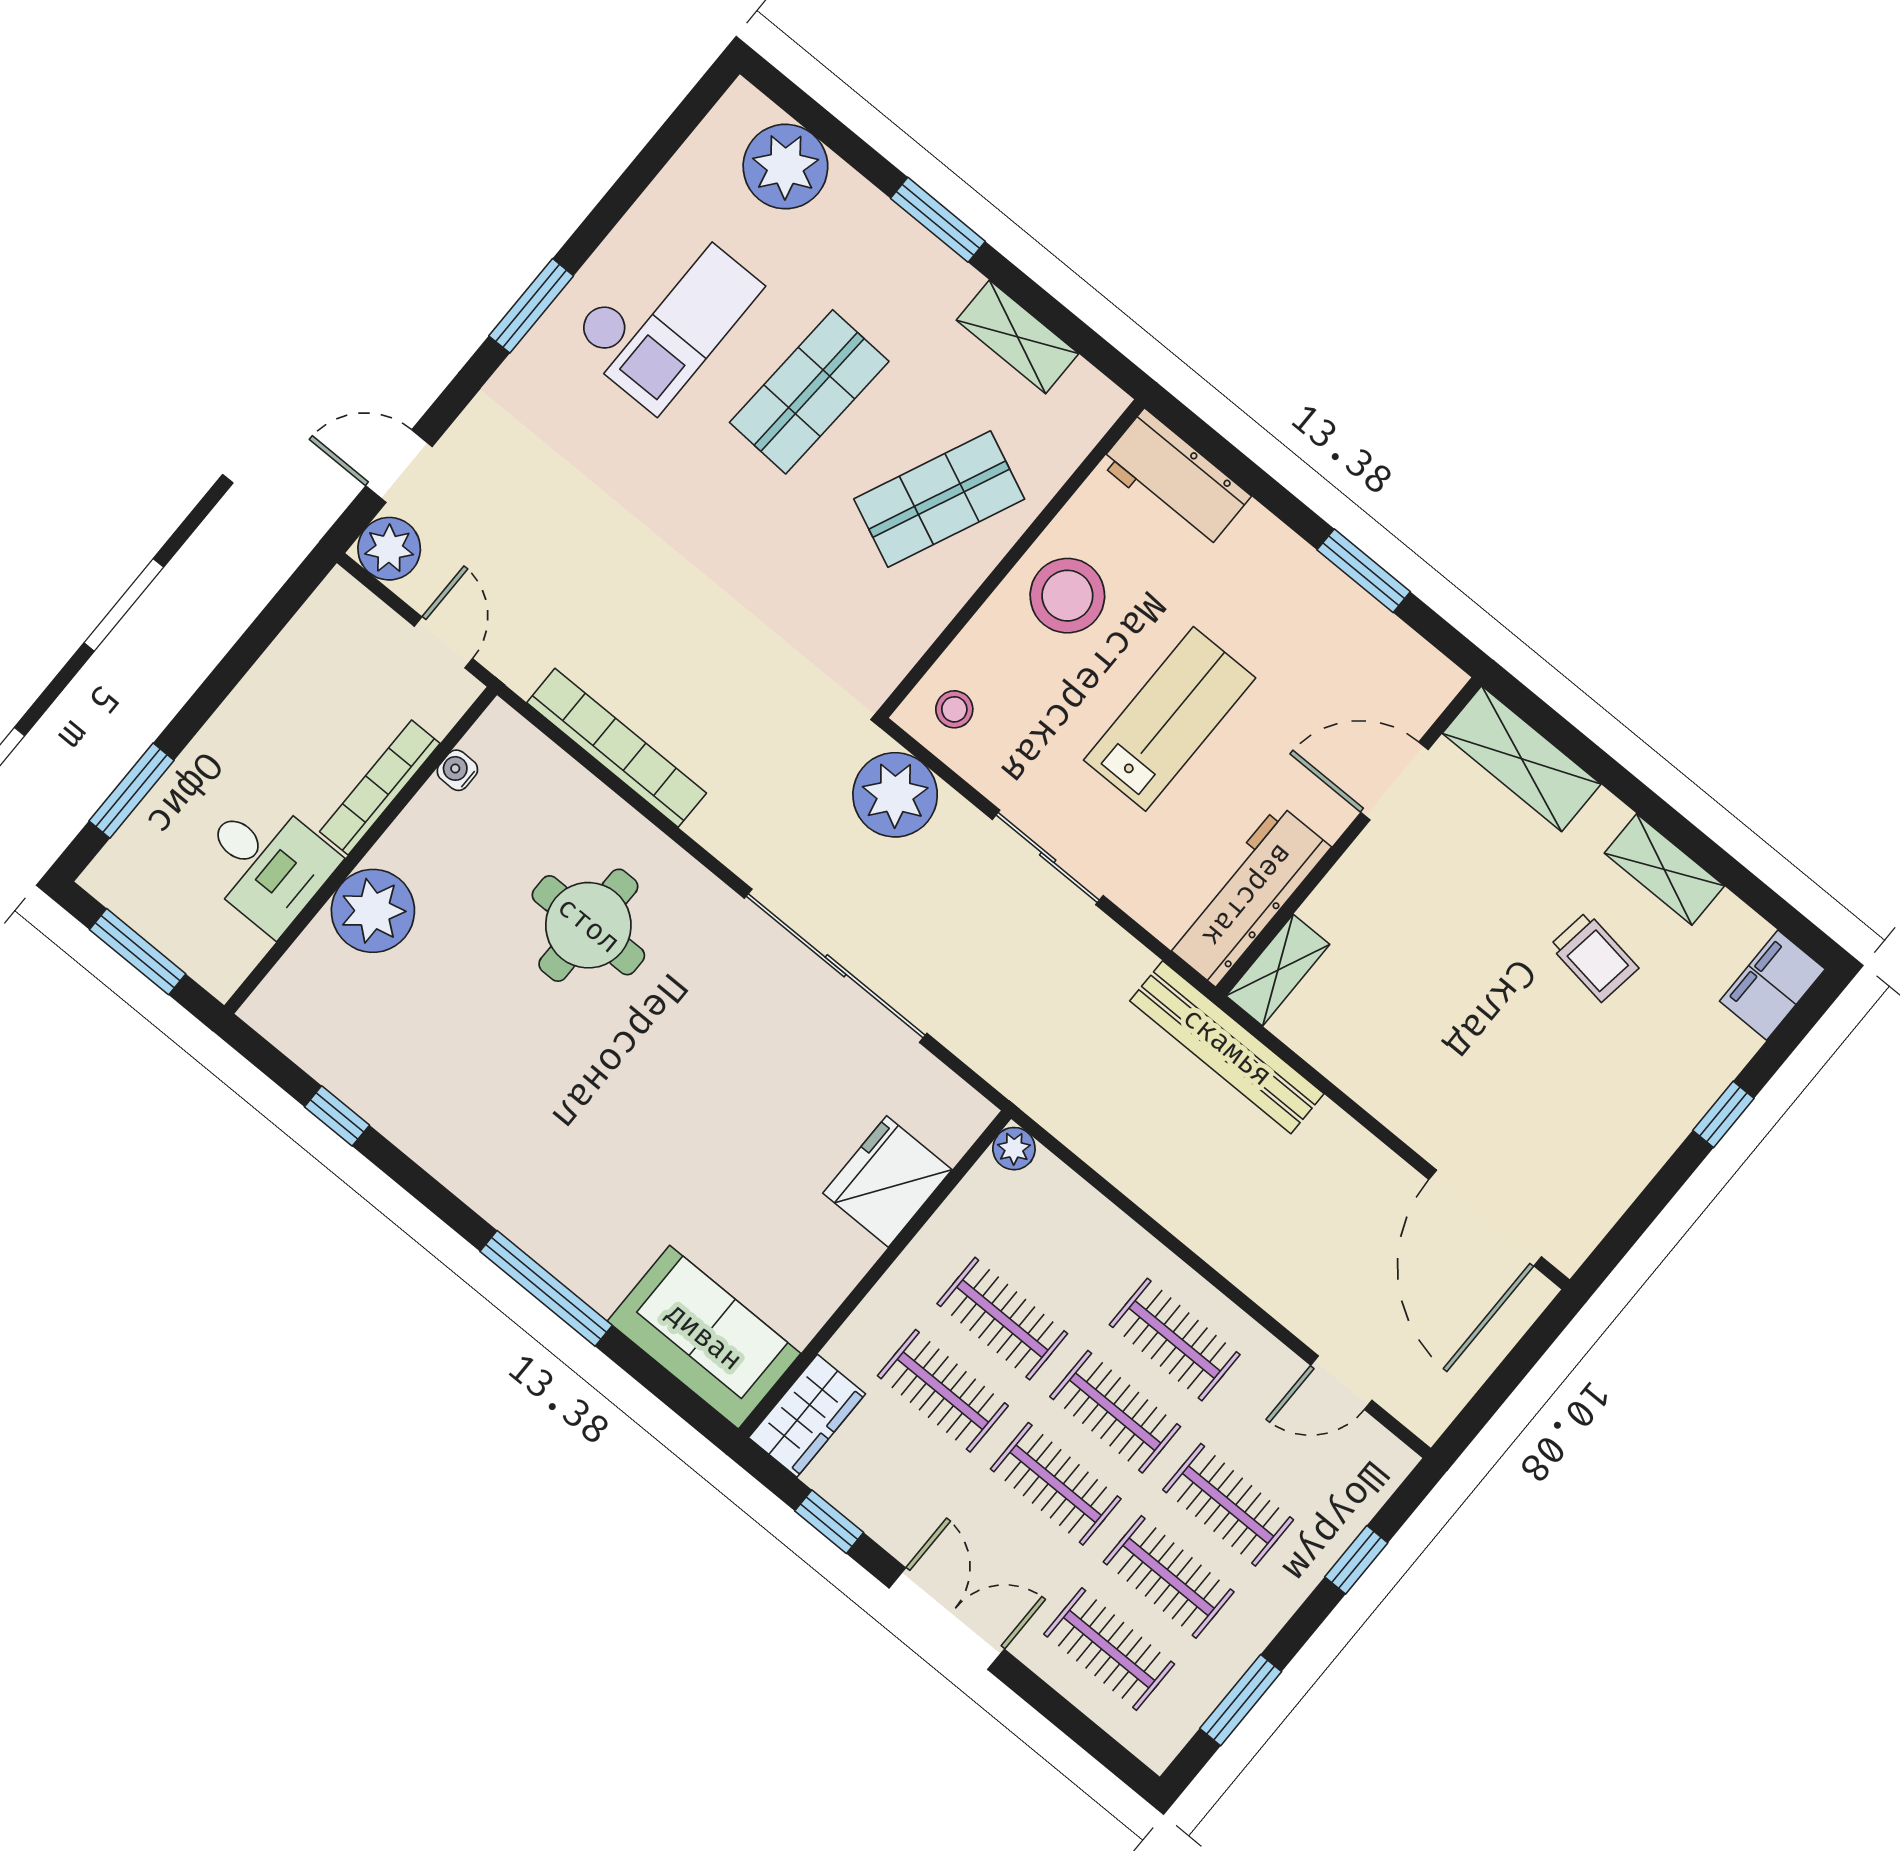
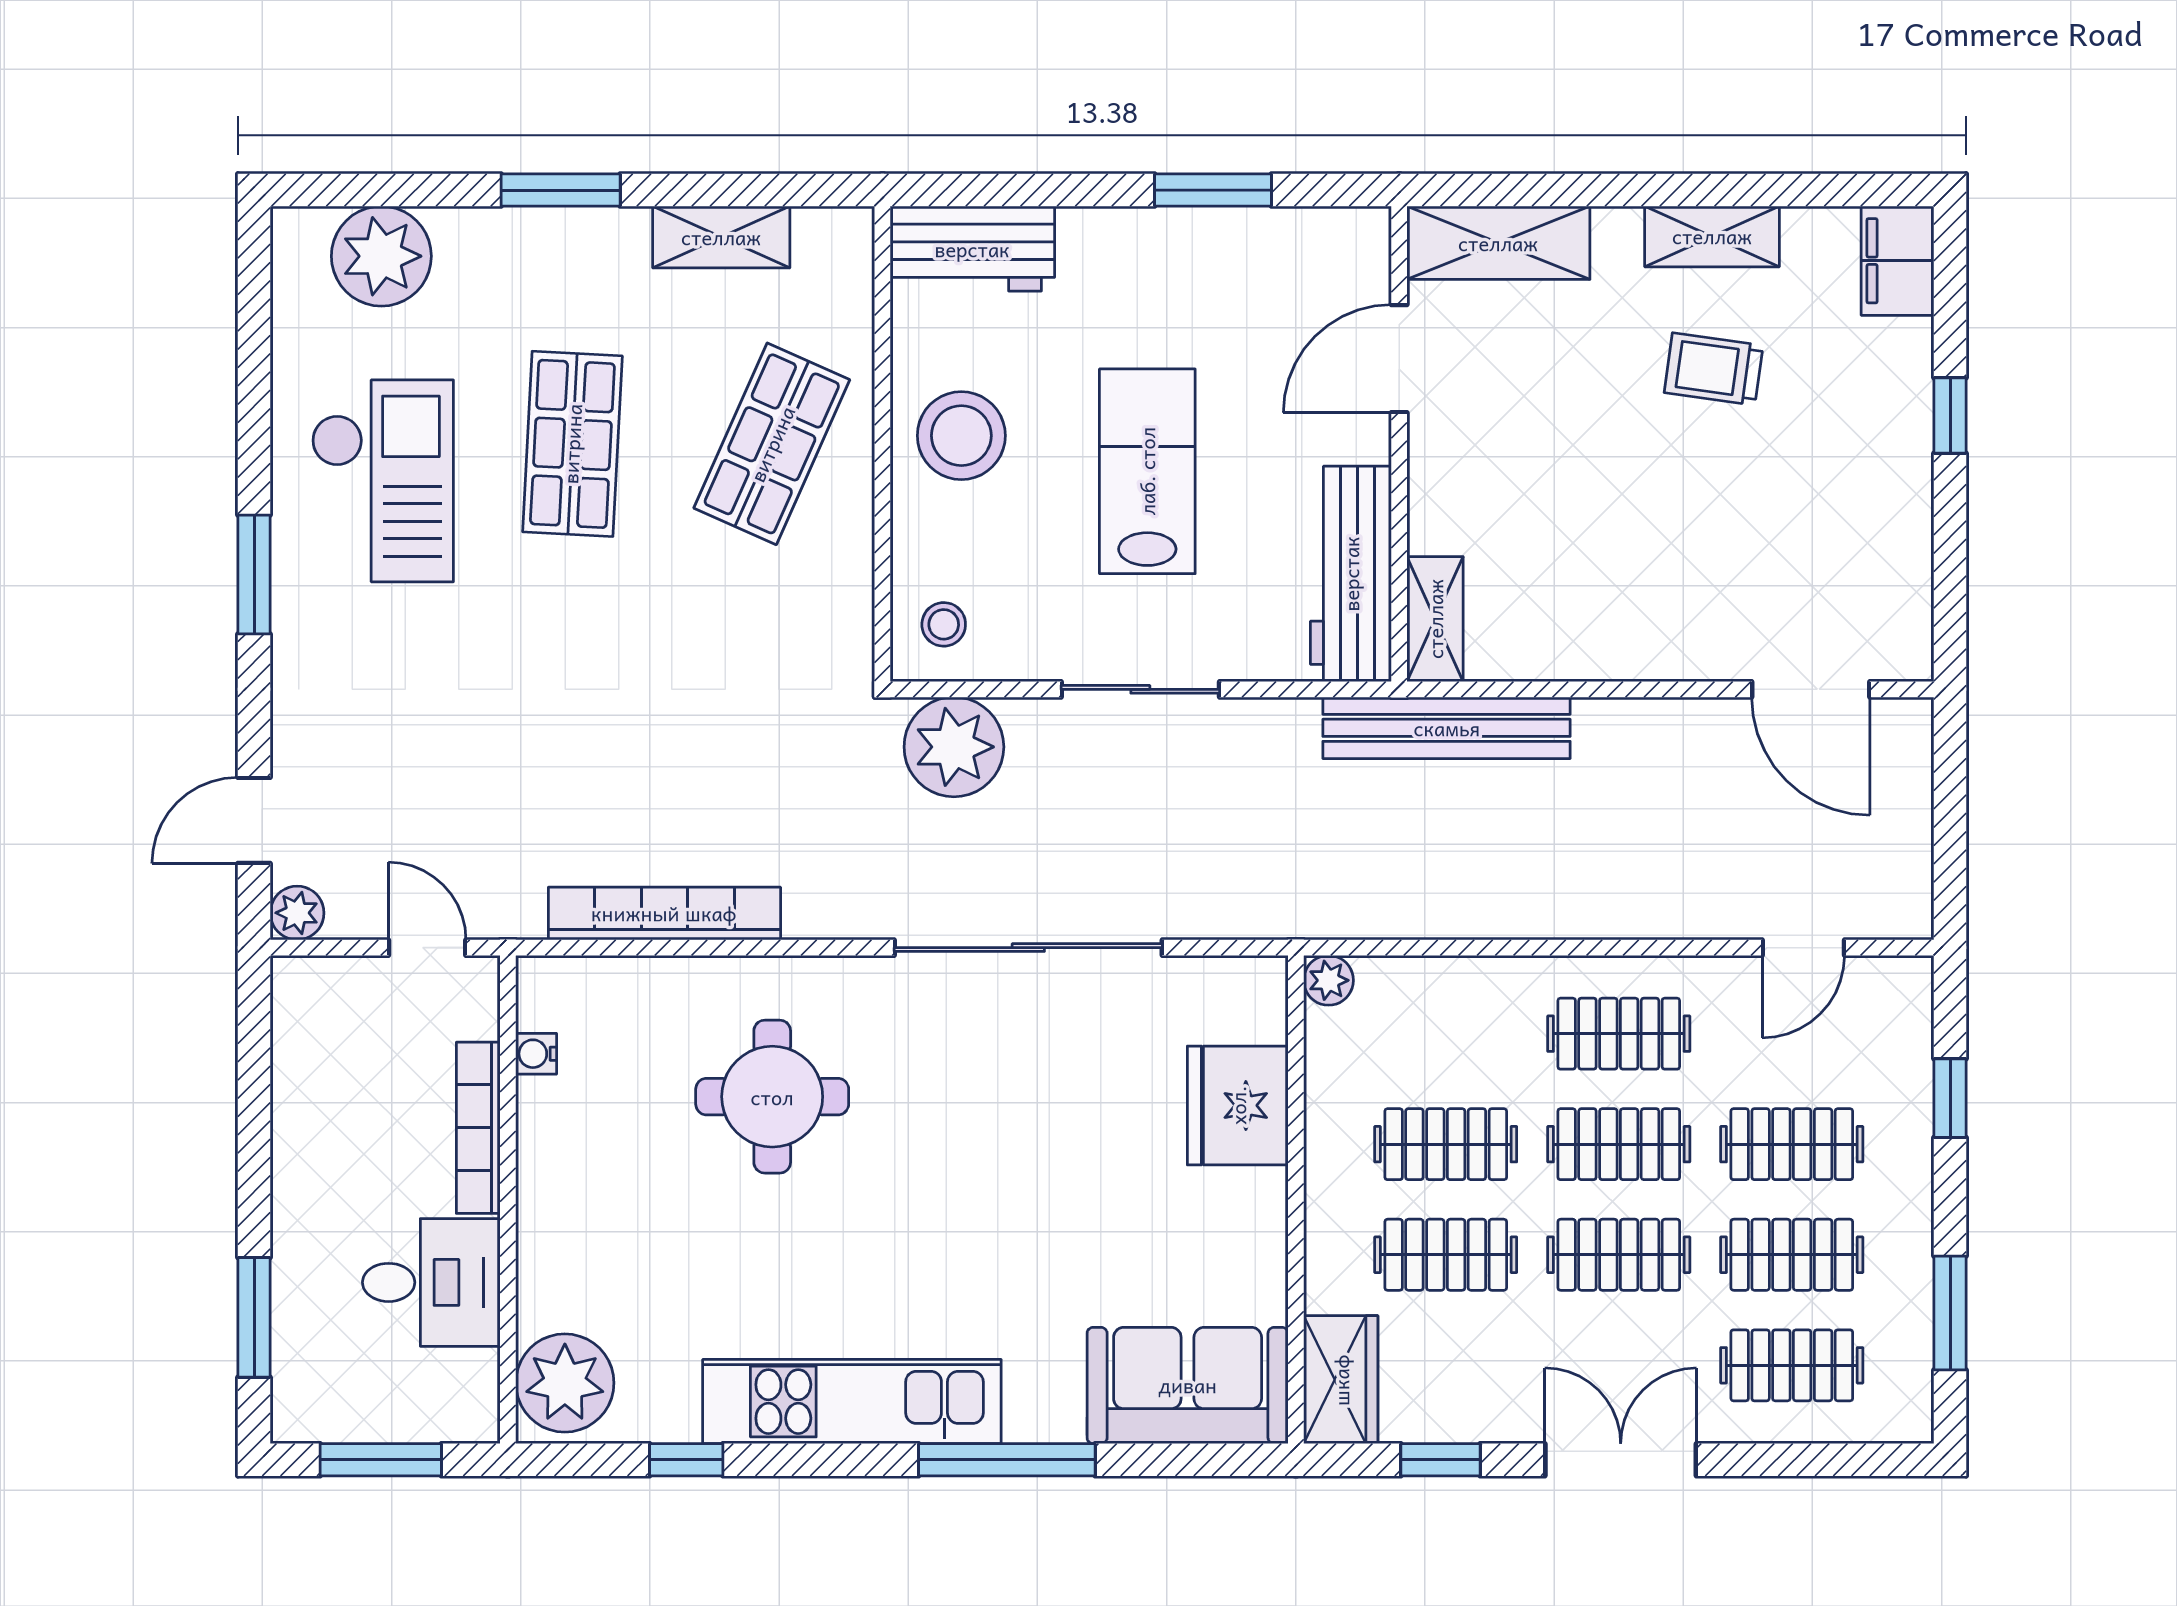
plant: (389, 549) -> (297, 913), width x0.73, depth x0.73
plant: (373, 911) -> (565, 1383), moved
trolley: (1594, 957) -> (1714, 369), turned 180
kitchen unit: (476, 1167) -> (852, 1402), added
door: (1485, 1218) -> (1811, 689), width x0.73

